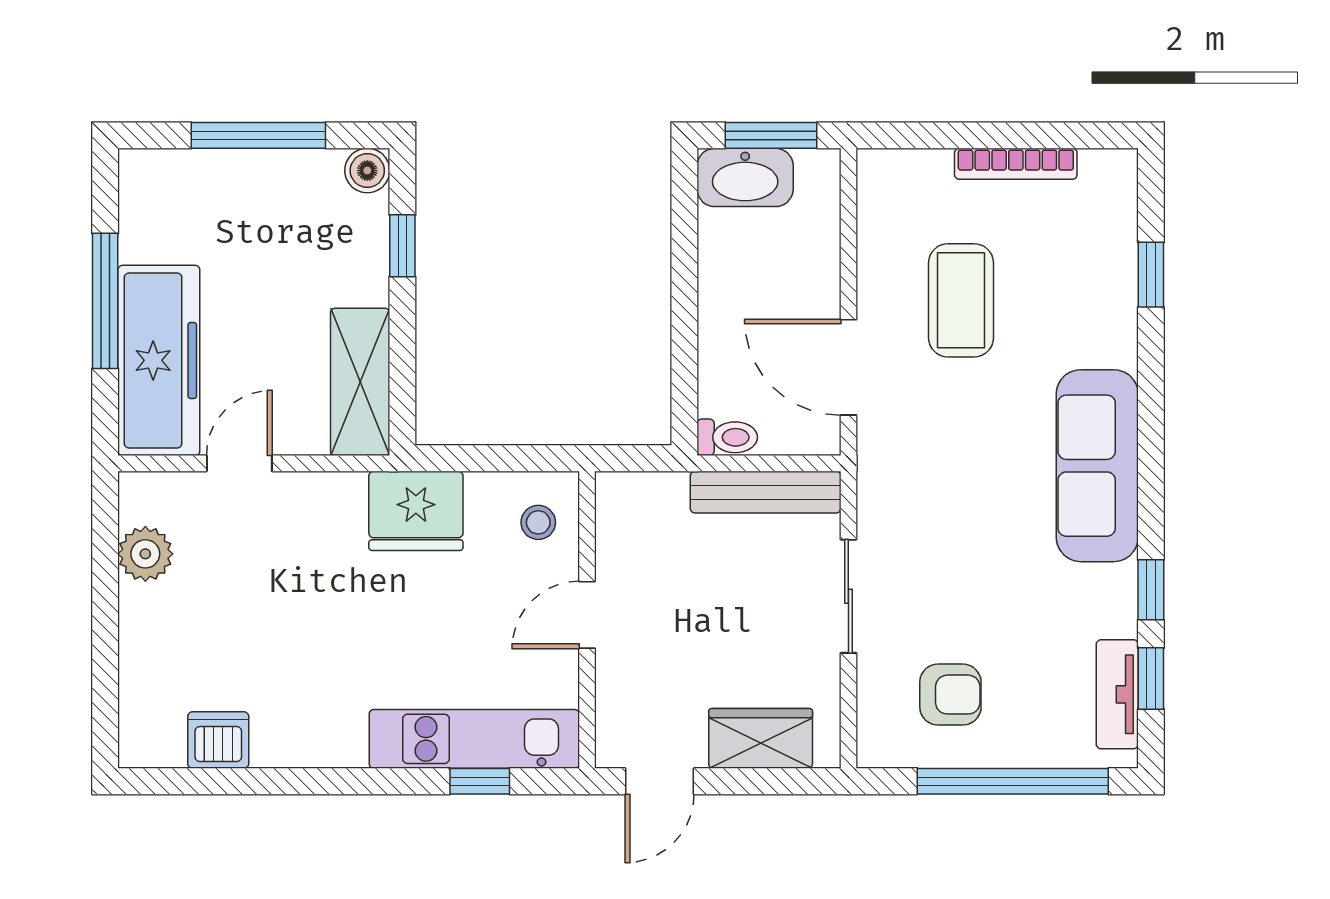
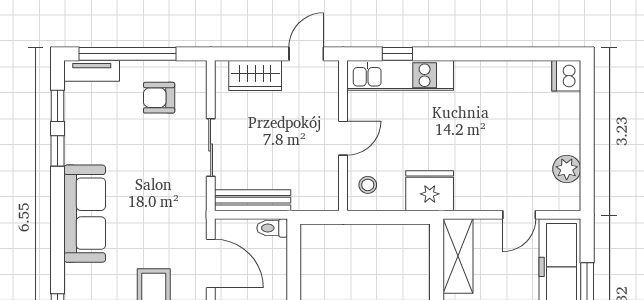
tv unit: (1117, 694) -> (92, 71), moved, turned 90
dishwasher: (218, 740) -> (566, 76), moved, turned 90

